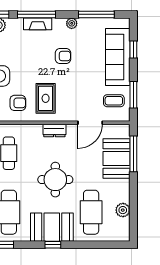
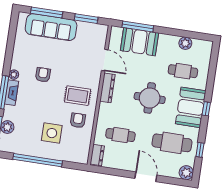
window: (96, 14) -> (11, 40), removed
plant: (72, 23) -> (14, 75), moved
window: (133, 50) -> (47, 12), width x2.17
coffee table: (114, 101) -> (89, 36), removed
dresser: (54, 131) -> (107, 88), width x1.44
cafe table: (91, 212) -> (183, 71), width x0.73, depth x0.74

